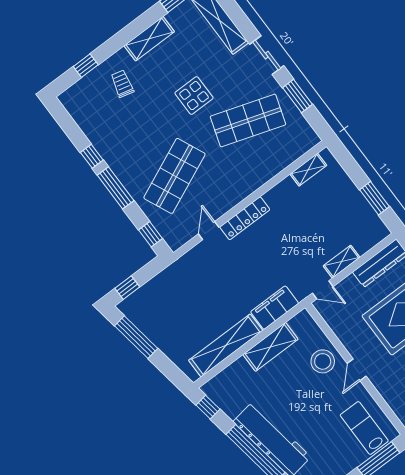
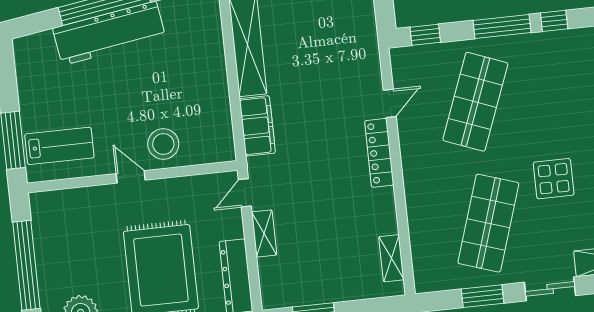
shop shelf: (174, 176) -> (475, 102), turned 45
door: (209, 231) -> (390, 103), hinge flipped
shelving: (271, 347) -> (215, 95), removed

